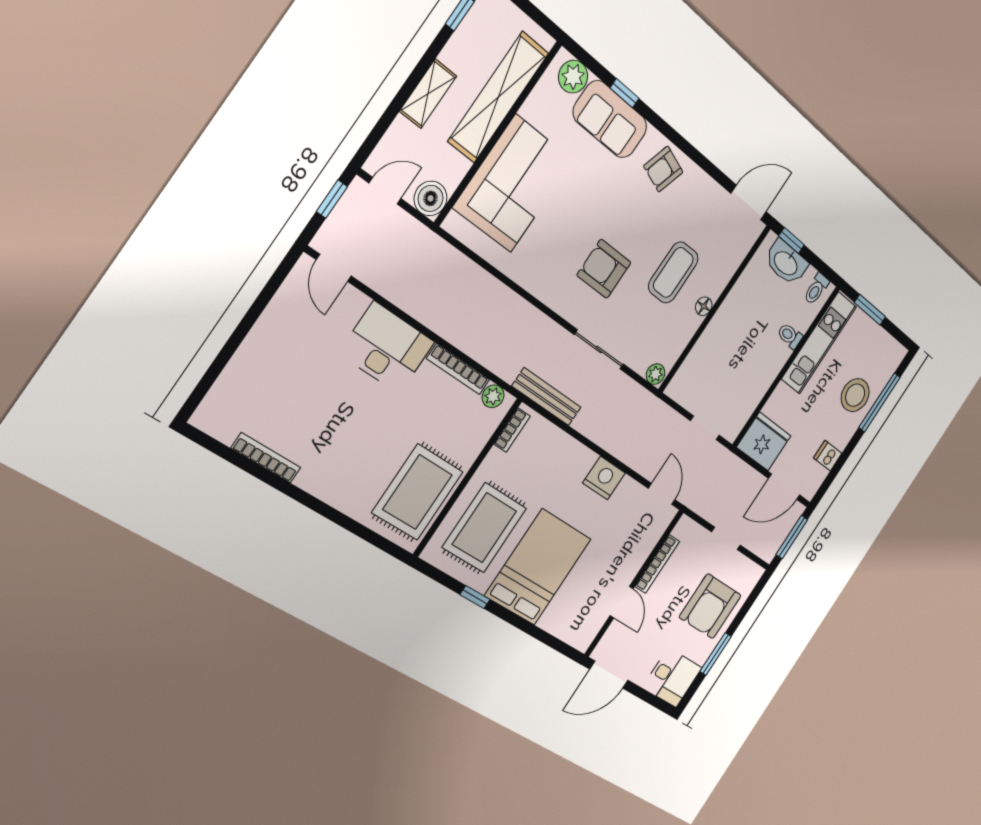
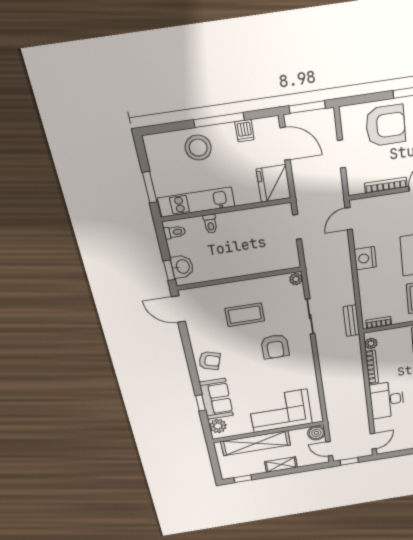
washbasin: (786, 263) -> (182, 267), width x0.72
floor lamp: (704, 306) -> (244, 285), removed
bench: (547, 397) -> (351, 321), width x0.73
window: (879, 403) -> (219, 120), moved

